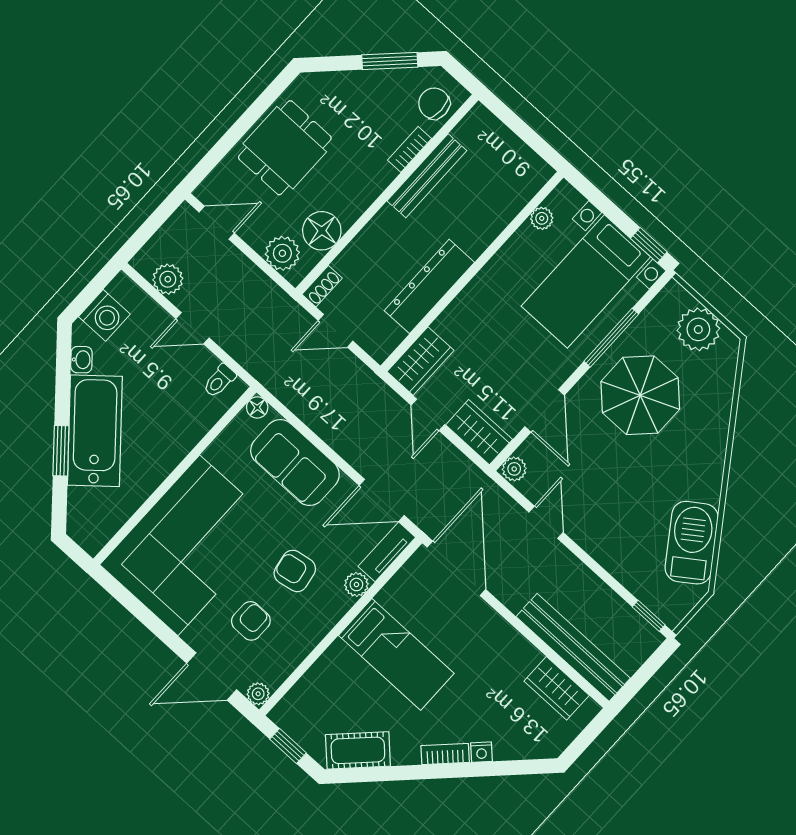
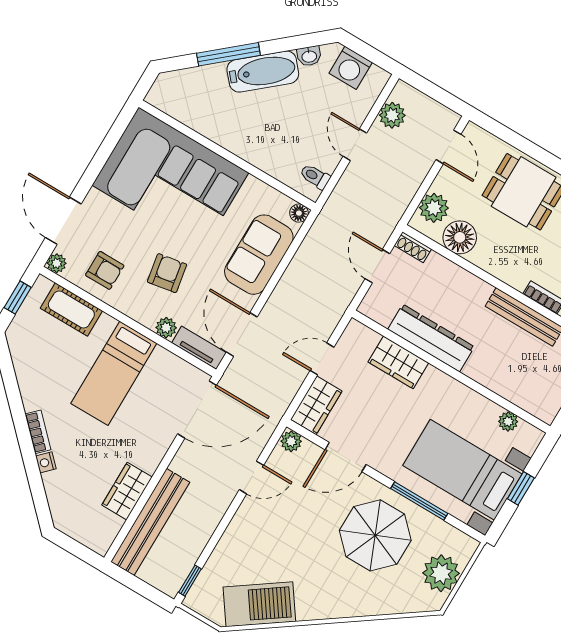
window: (649, 245) -> (521, 488), moved
wardrobe: (421, 361) -> (398, 362), moved
bathtub: (95, 431) -> (263, 72), width x0.73, depth x0.73
window: (61, 451) -> (228, 54), width x1.44
armchair: (251, 621) -> (105, 270), moved
wardrobe: (557, 688) -> (127, 491), moved
cot: (358, 750) -> (71, 309), moved, turned -45

